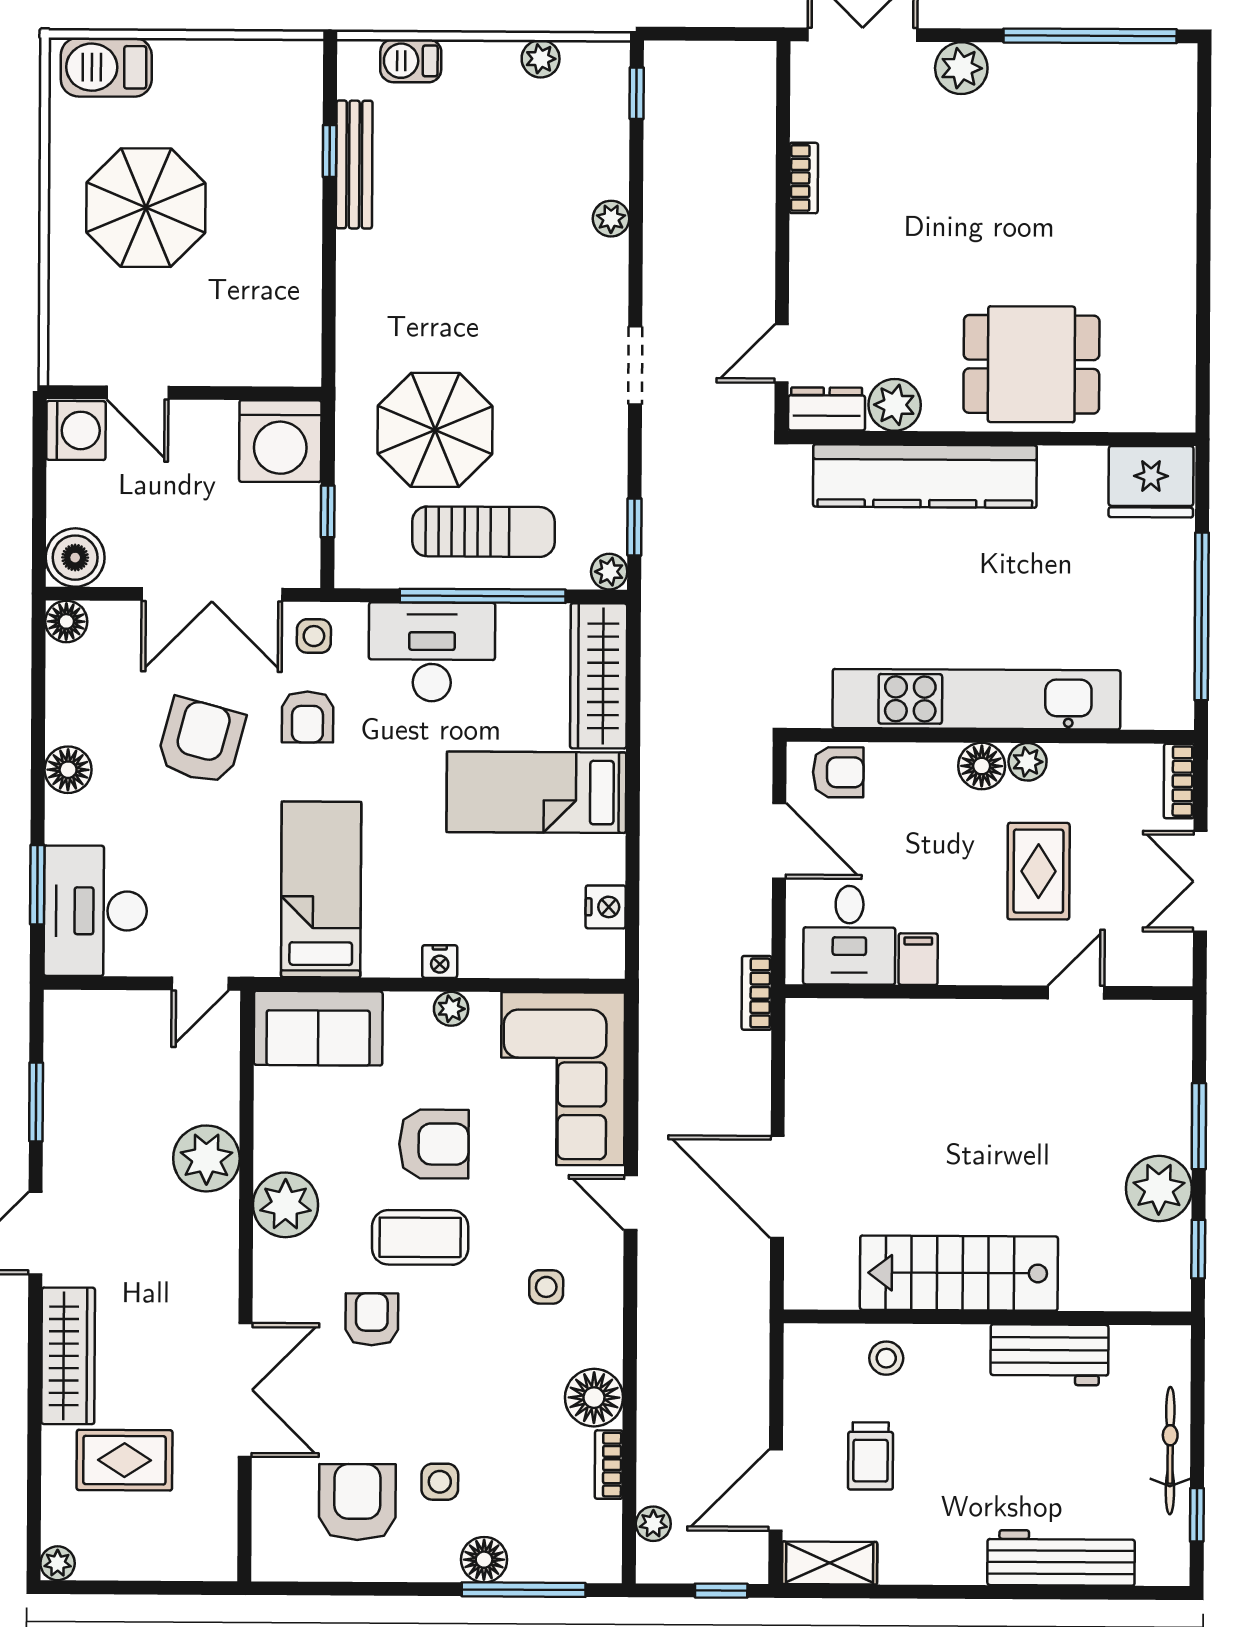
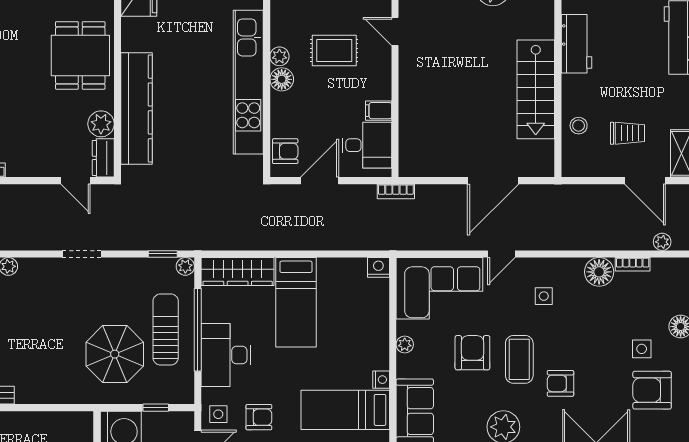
armchair: (838, 772) -> (285, 151), turned 90
nightstand: (606, 907) -> (378, 267), moved
nightstand: (440, 962) -> (381, 380), moved

